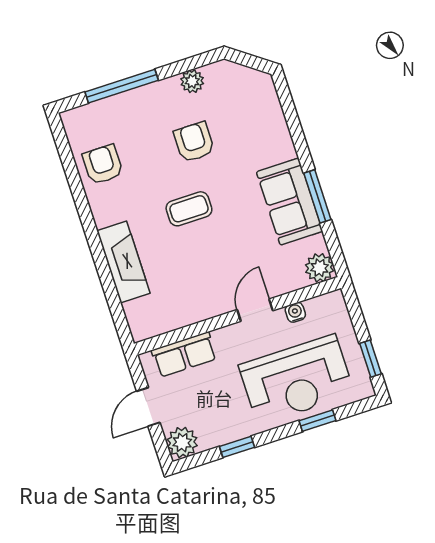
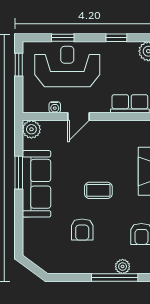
plant: (192, 81) -> (123, 266), moved
sofa: (290, 202) -> (36, 184), width x1.36

